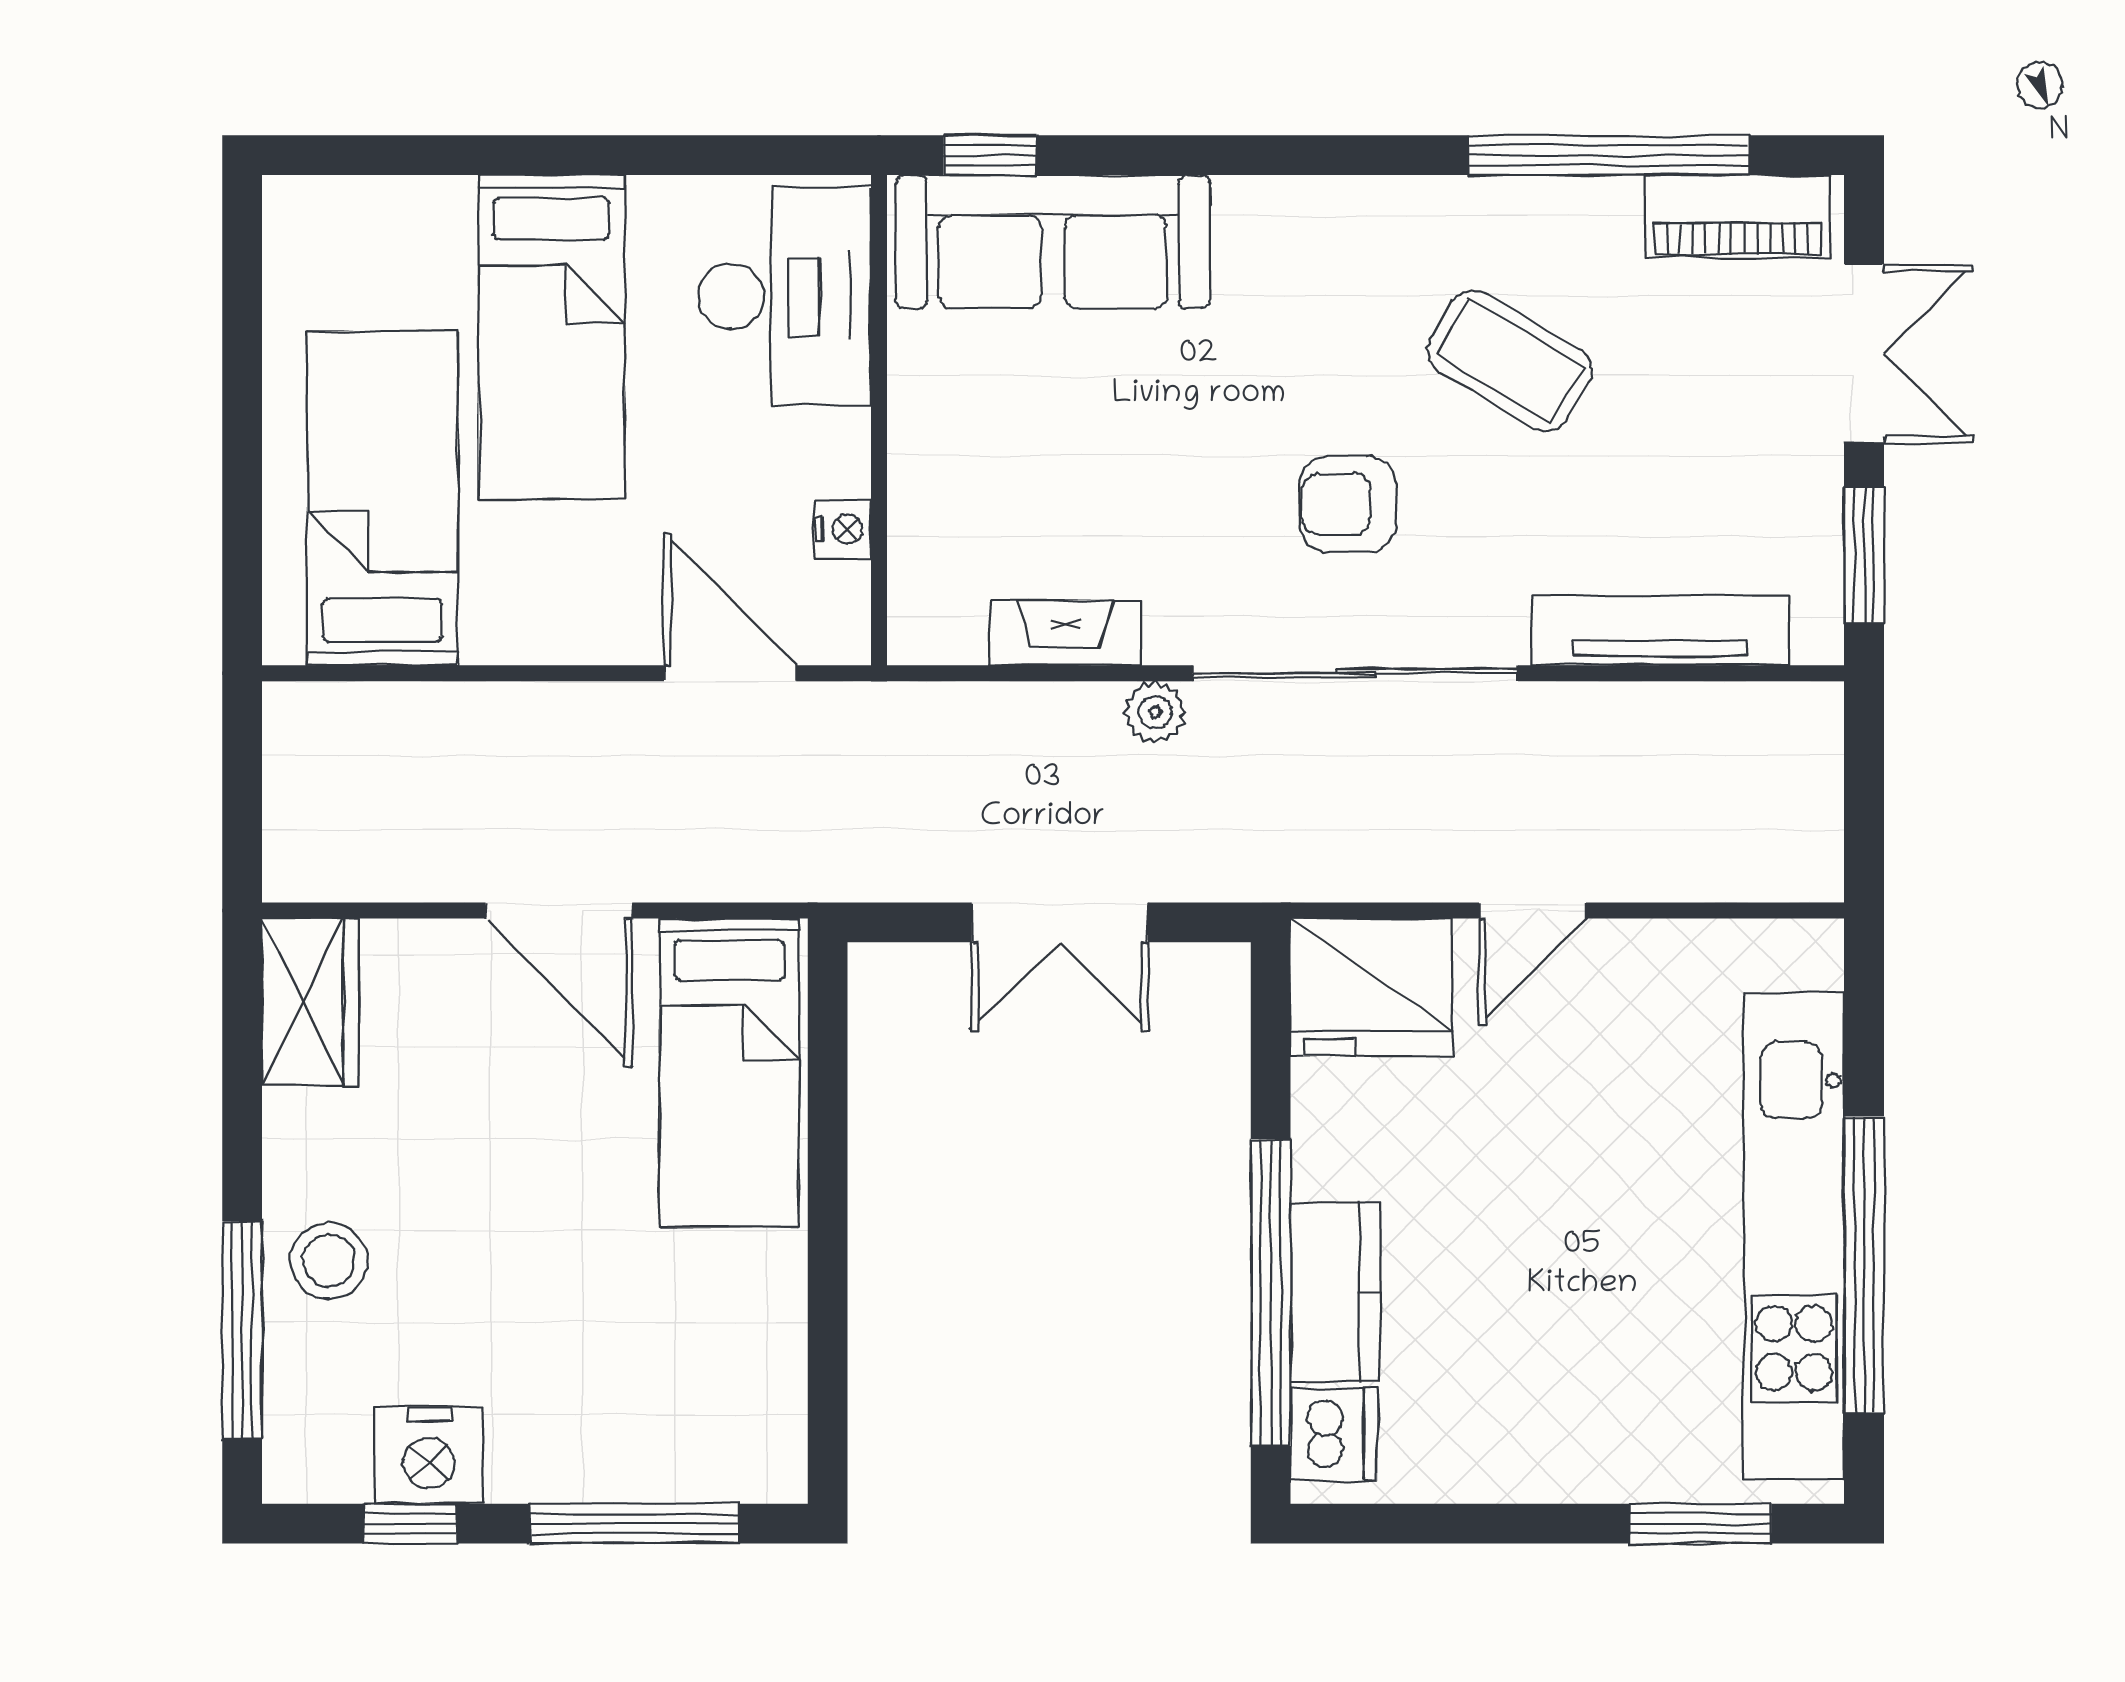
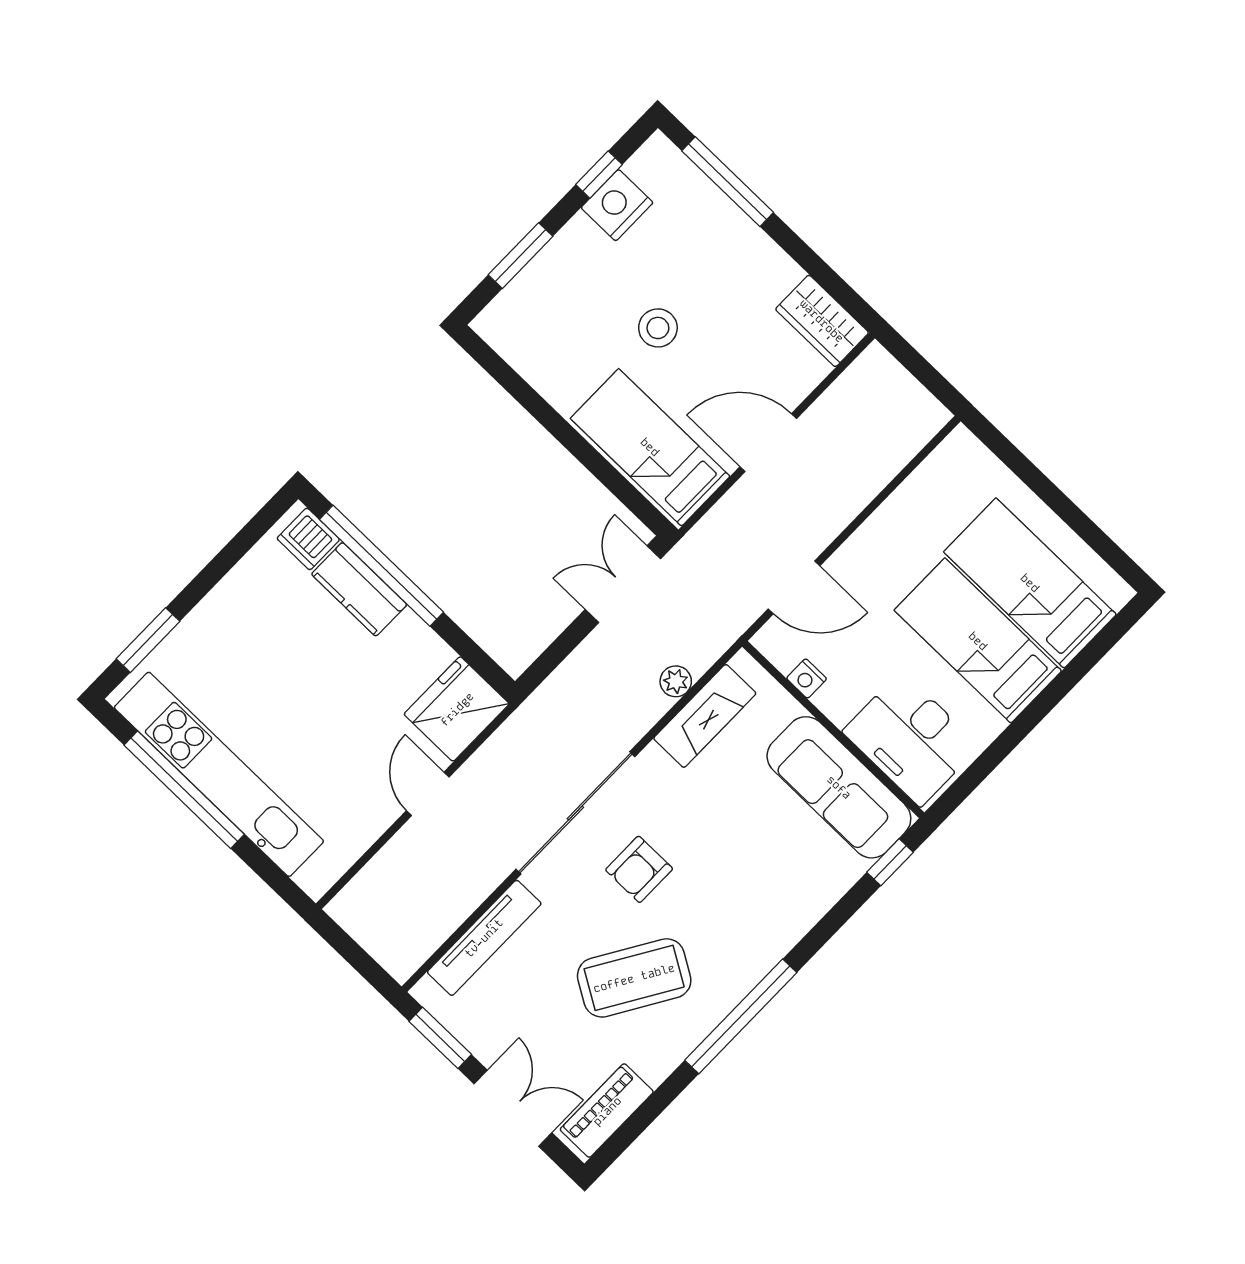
window: (1609, 155) -> (741, 1016), moved
sofa: (1053, 242) -> (839, 787), moved, turned -90
double door: (1864, 353) -> (513, 1108), swing flipped
coffee table: (1510, 361) -> (634, 978), width x1.36, depth x1.32
bed: (383, 498) -> (1030, 583), moved, turned 180
armchair: (1348, 504) -> (639, 869), turned 180
fireplace: (1065, 633) -> (705, 716), width x1.37, depth x1.32
plant: (1155, 712) -> (676, 681), moved
double door: (1060, 922) -> (623, 584), moved
stool: (329, 1261) -> (658, 328), moved
window: (635, 1524) -> (520, 256), width x0.69

